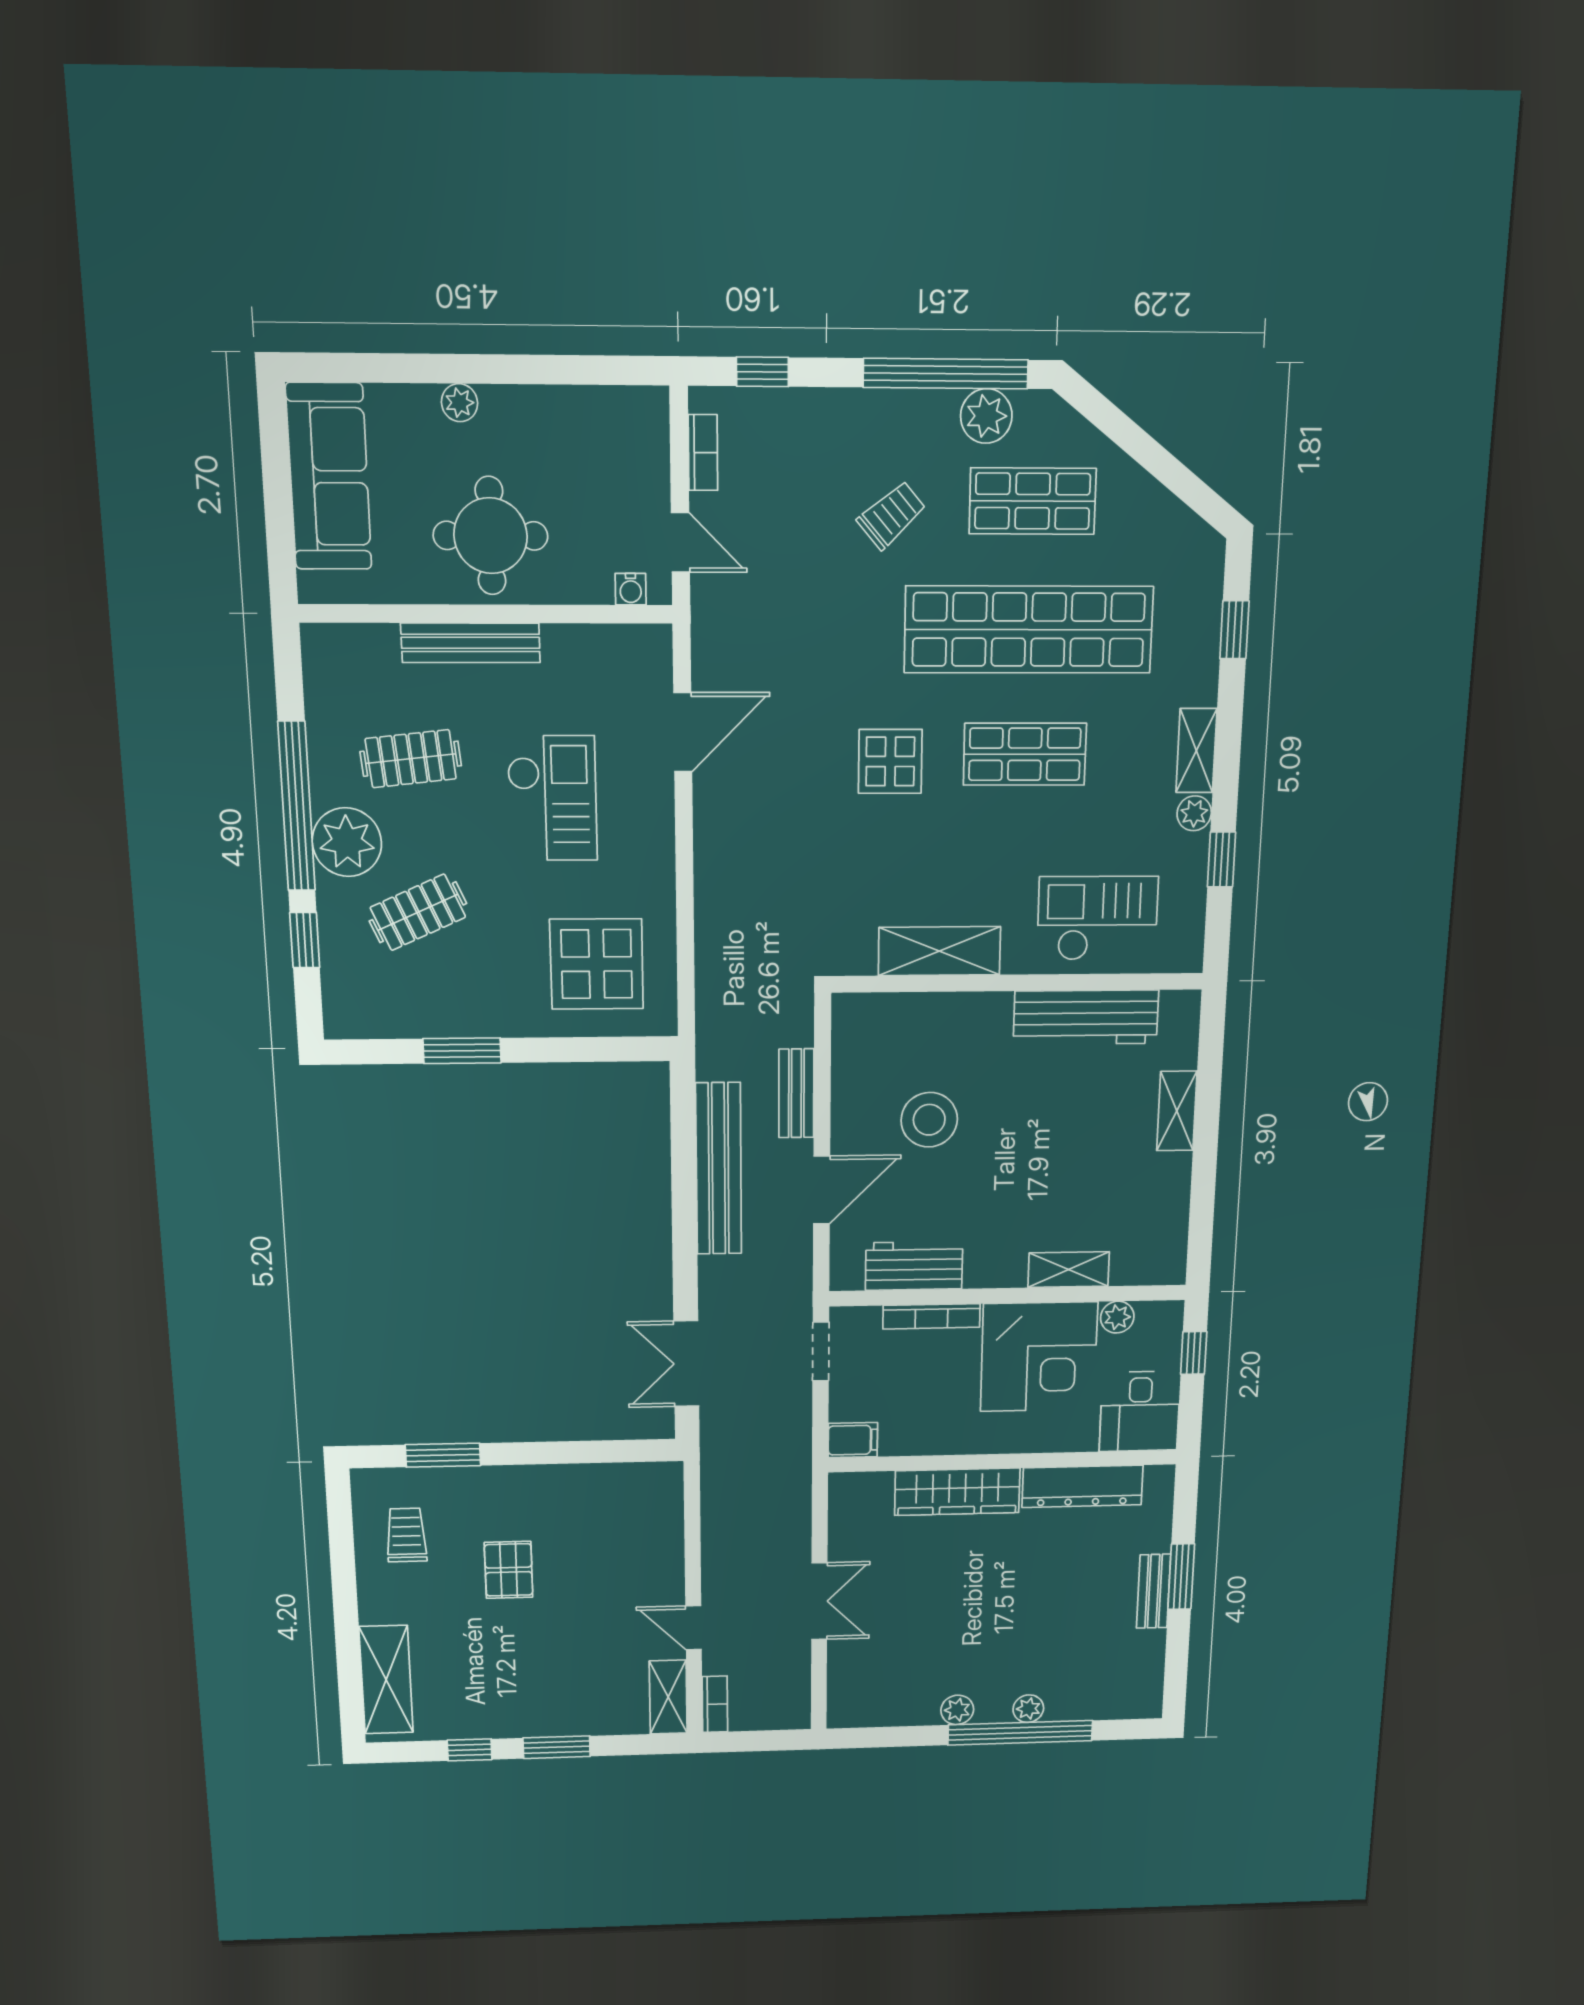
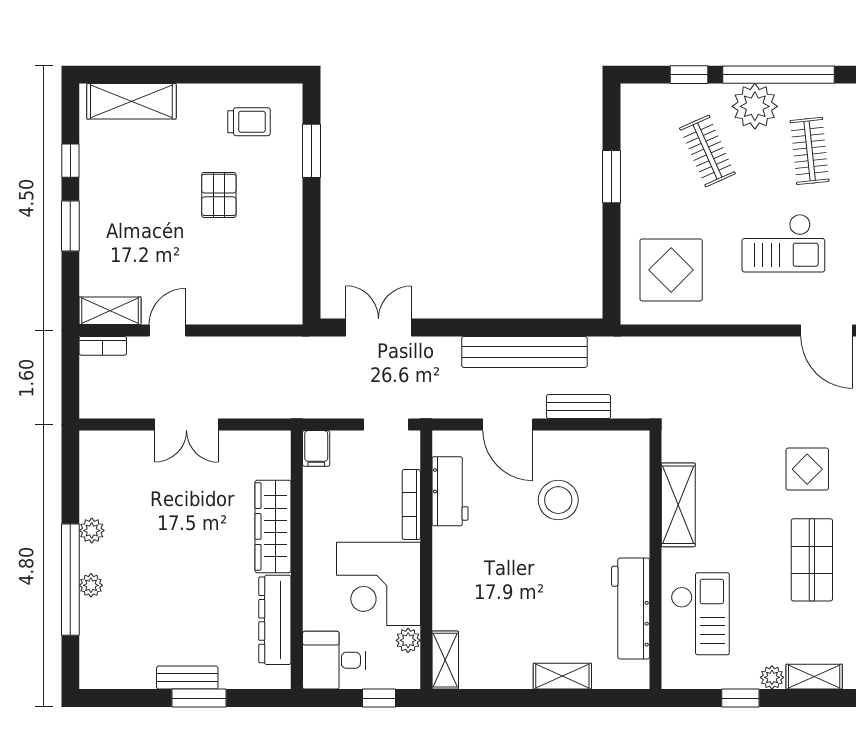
shelving: (1069, 1270) -> (445, 660), moved
pallet: (509, 1570) -> (219, 195), turned 90

